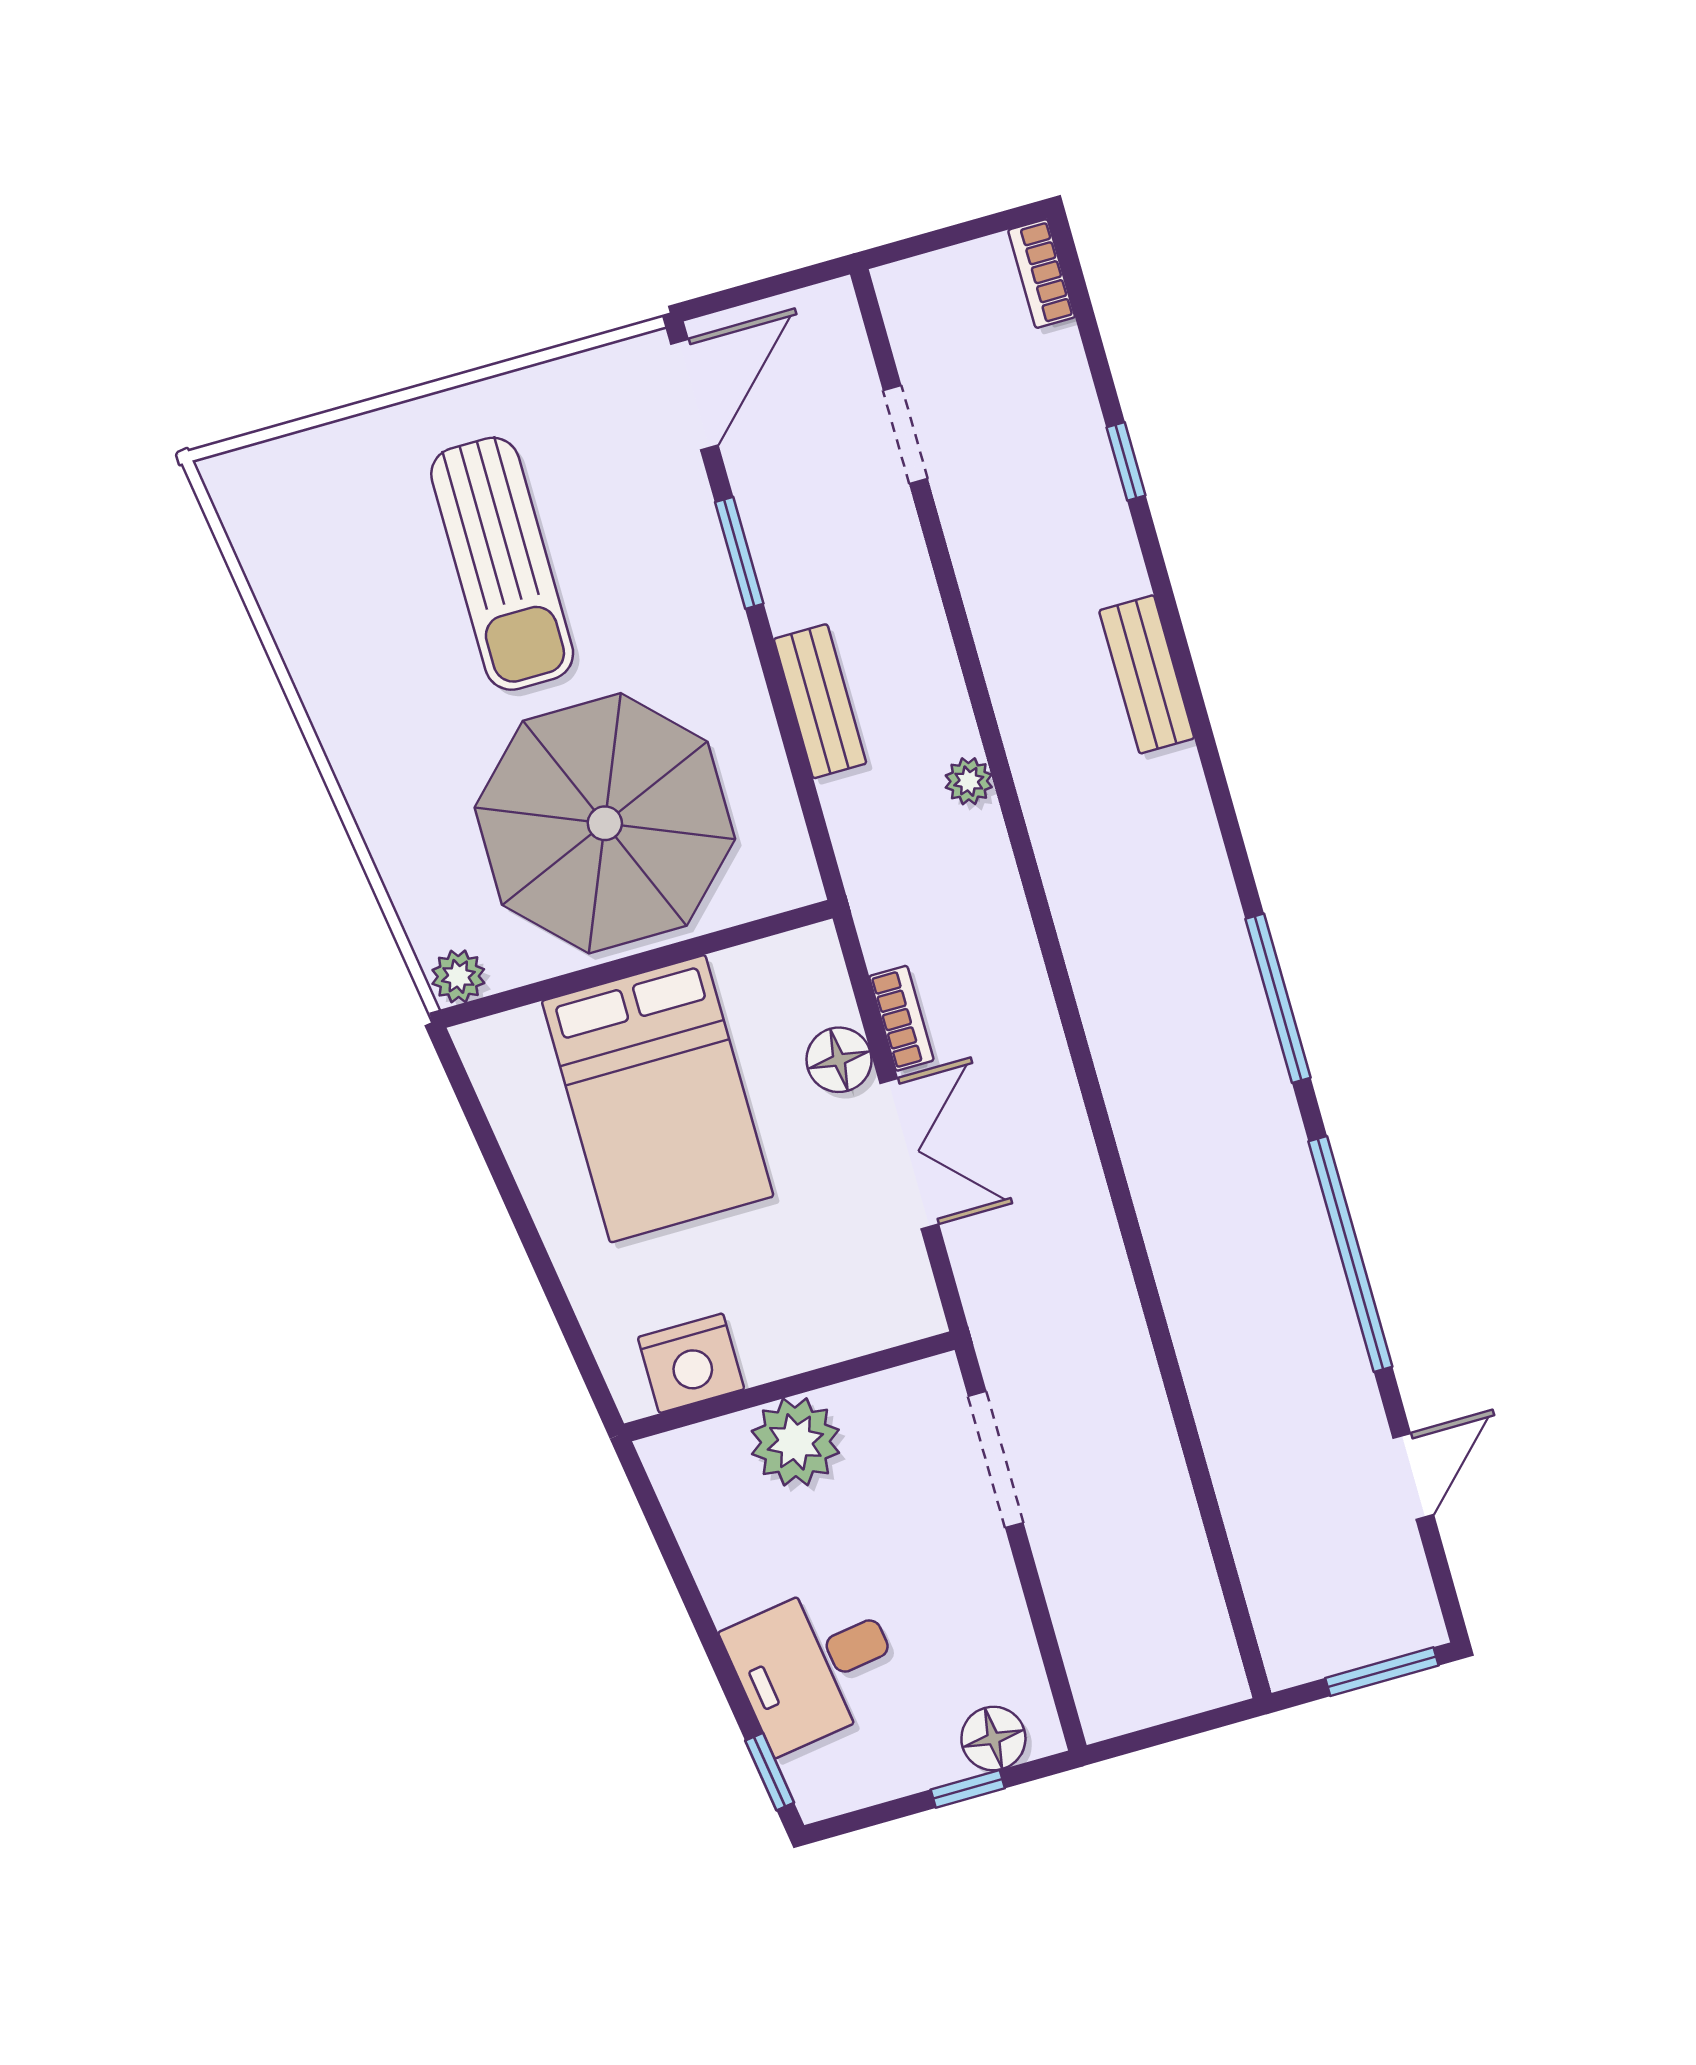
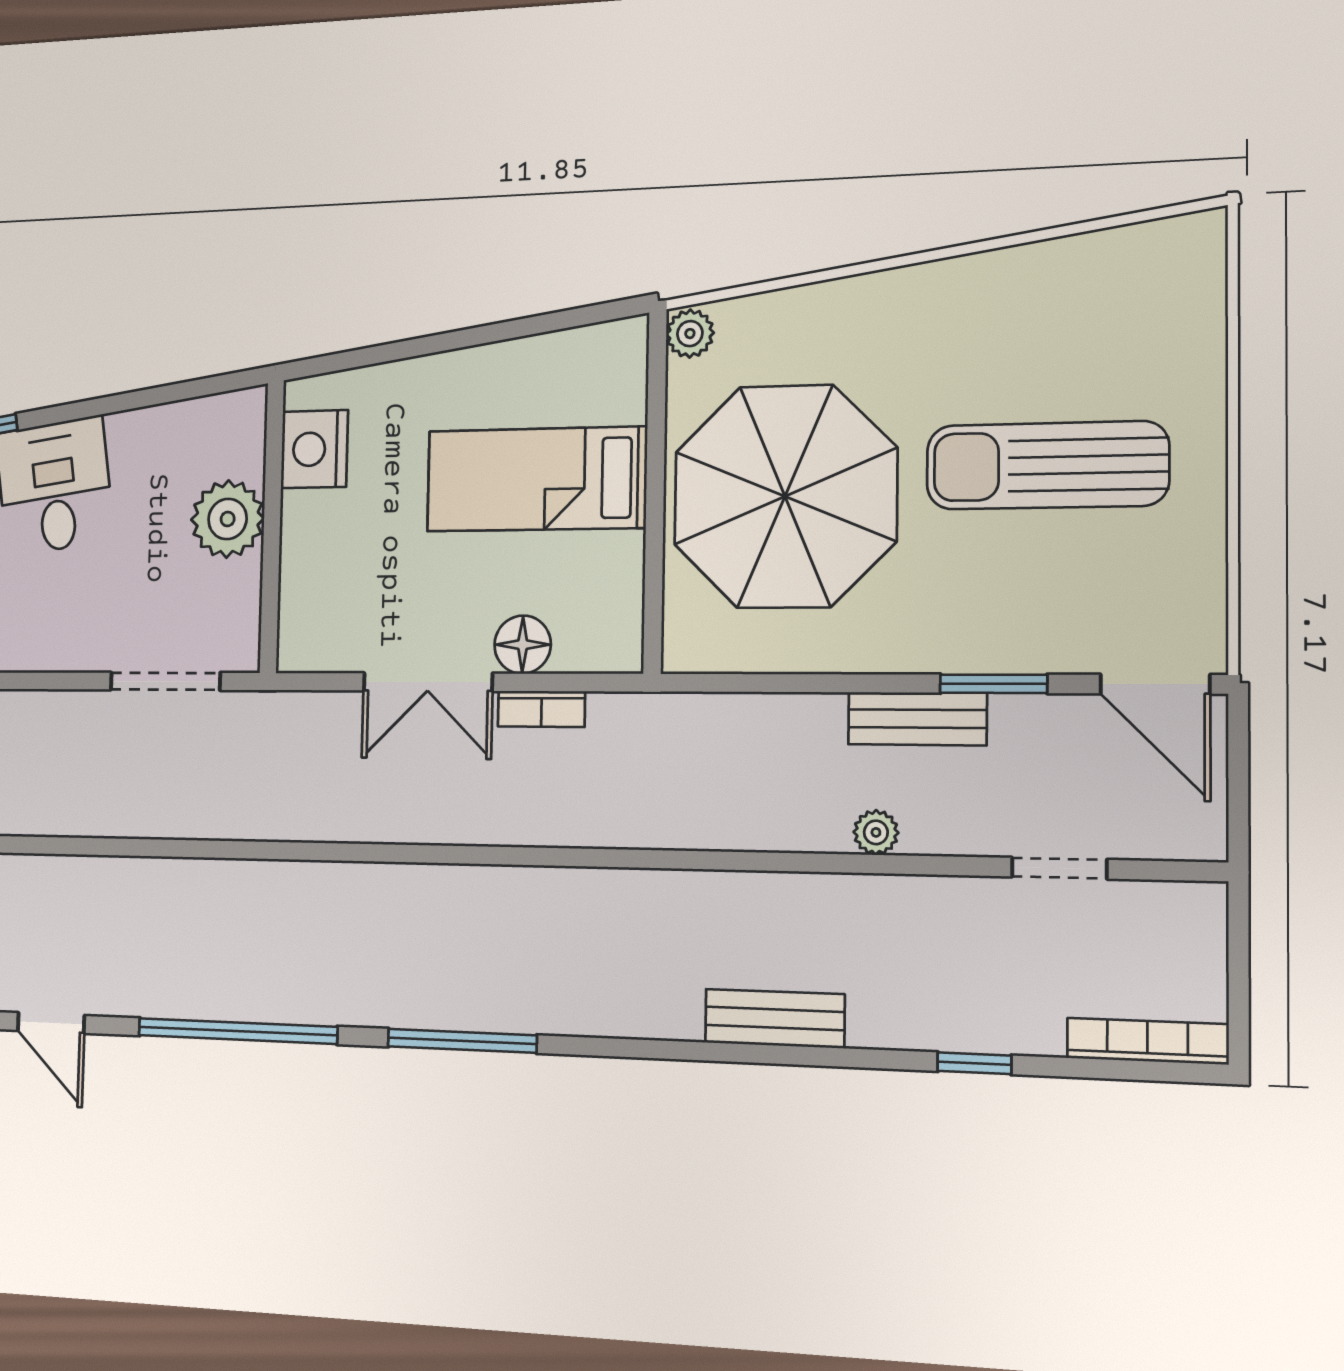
bookcase: (1042, 274) -> (1147, 1041), width x1.56
bench: (820, 701) -> (917, 719), moved
plant: (969, 781) -> (876, 832), moved
bed: (658, 1099) -> (536, 479), width x0.67

